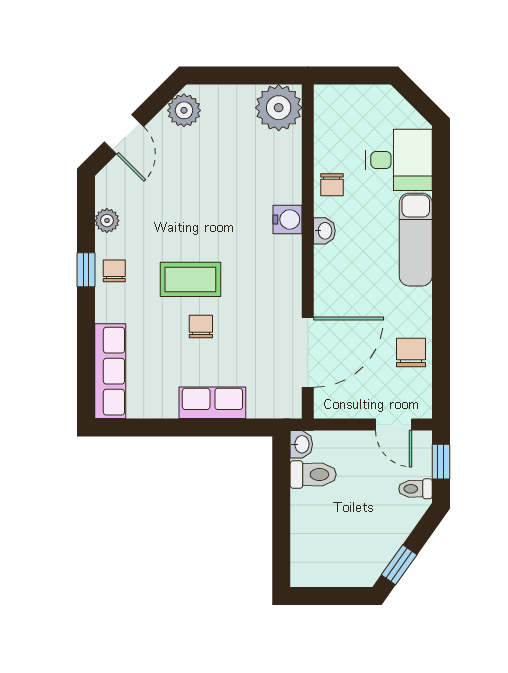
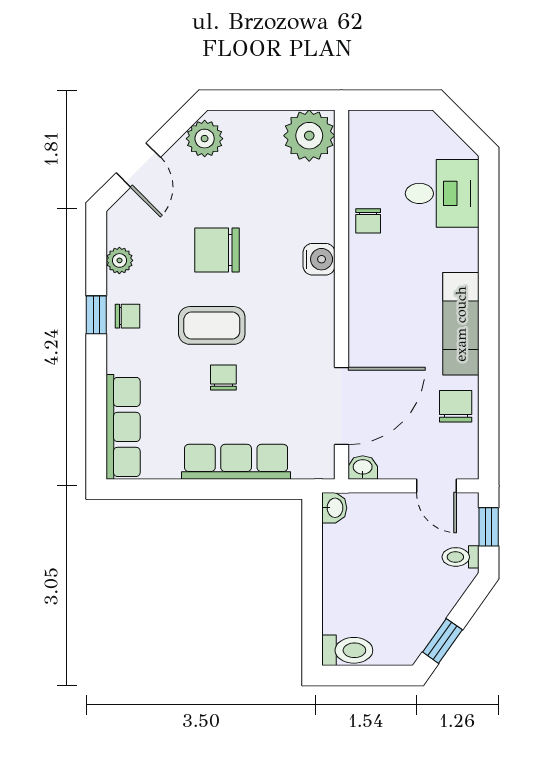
chair: (195, 211) -> (217, 250), added
washbasin: (324, 231) -> (363, 468), moved, turned -90
exam couch: (416, 240) -> (461, 324), moved
chair: (114, 271) -> (128, 316), turned 90
row of seats: (212, 403) -> (236, 462), width x1.48
toilet: (313, 474) -> (347, 650), moved

